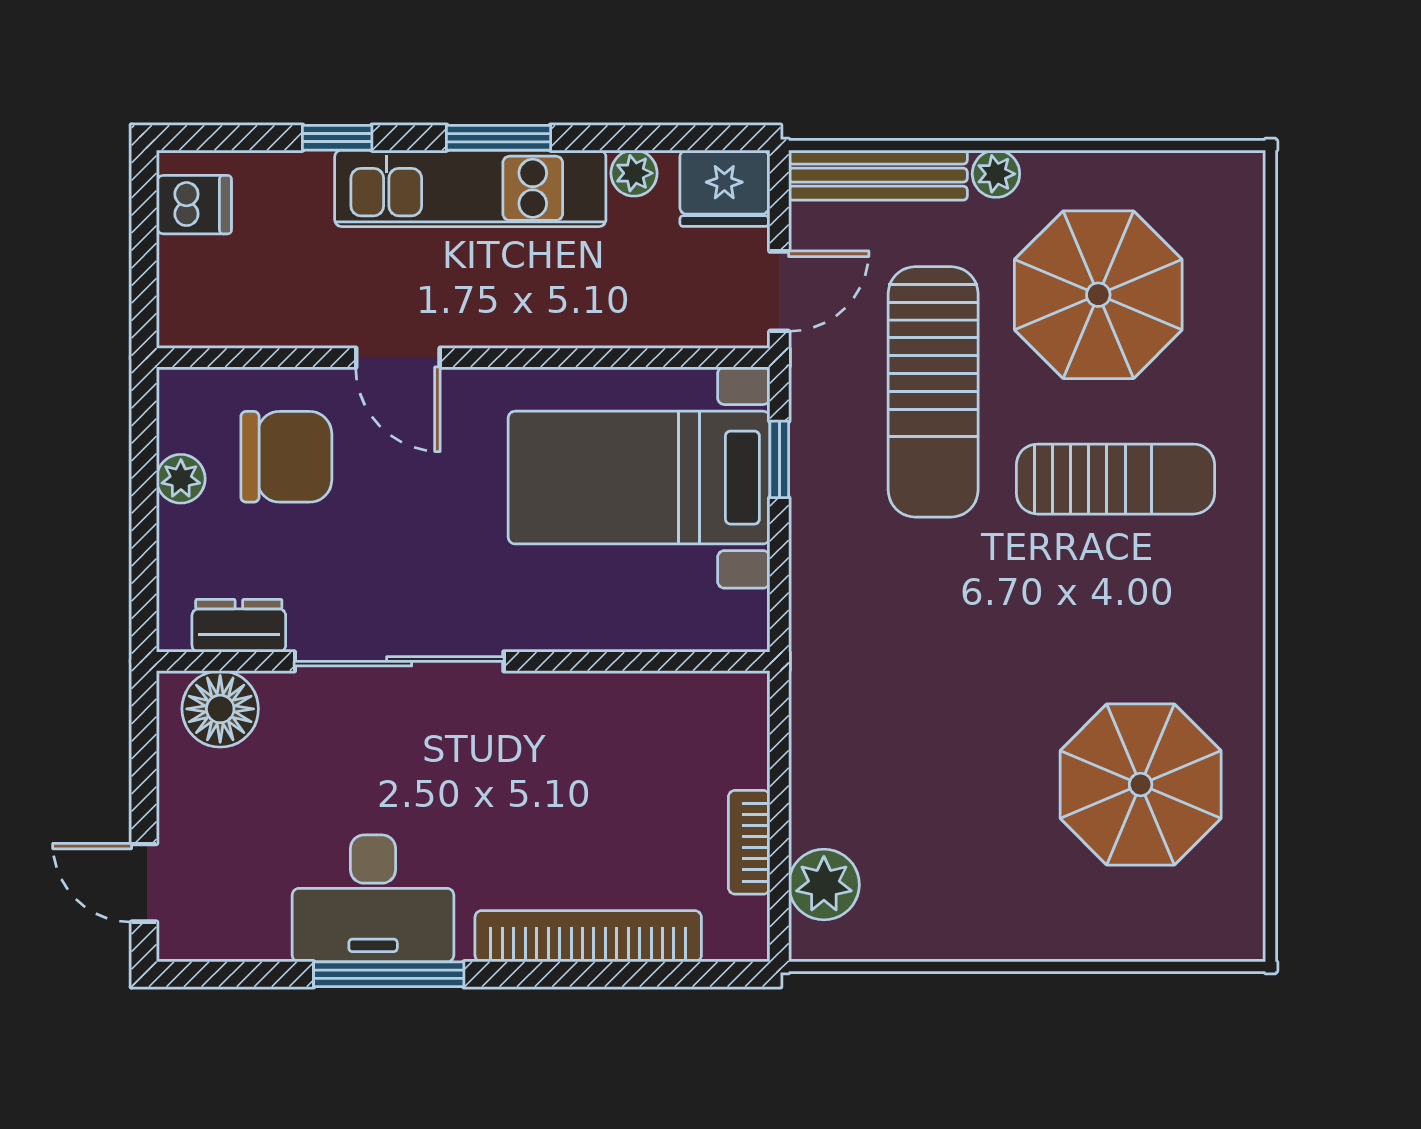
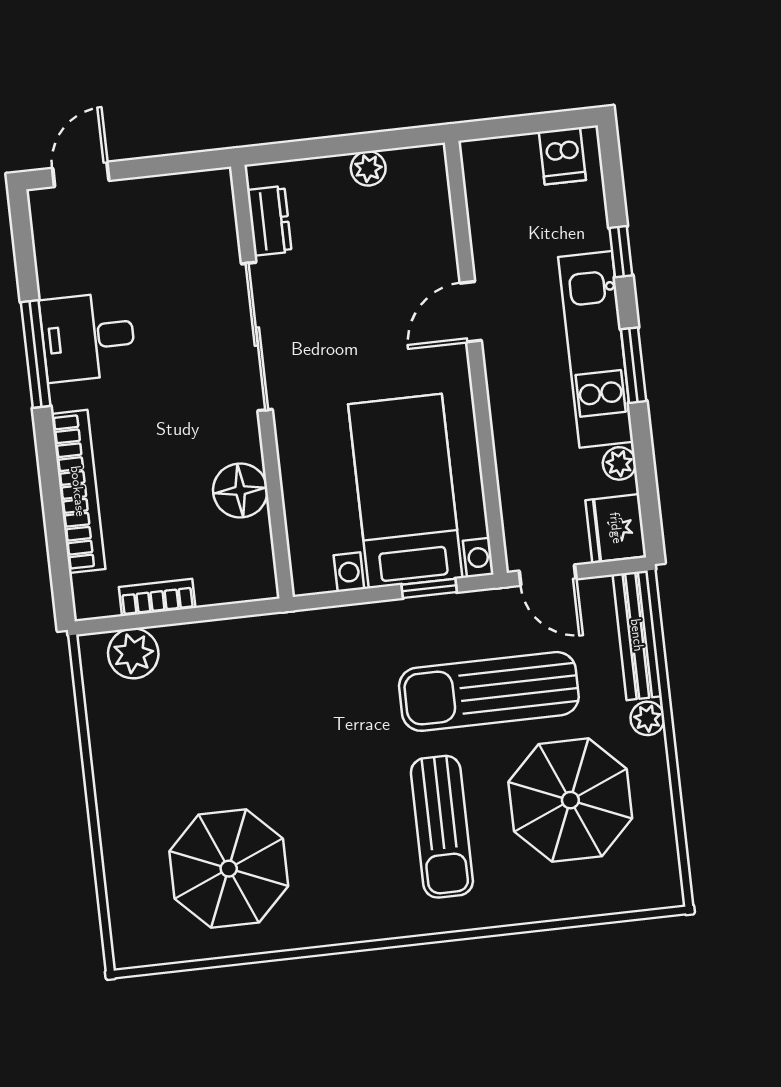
chair: (286, 457) -> (392, 241), removed
floor lamp: (220, 709) -> (240, 491), moved
desk: (373, 898) -> (88, 337), width x0.73

